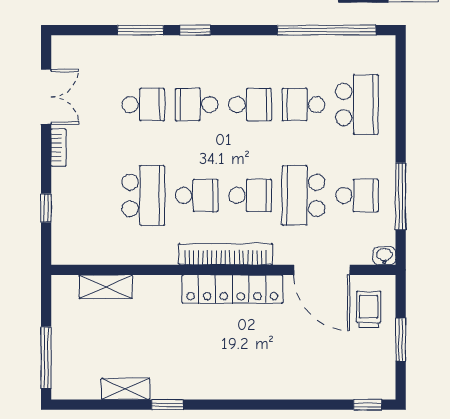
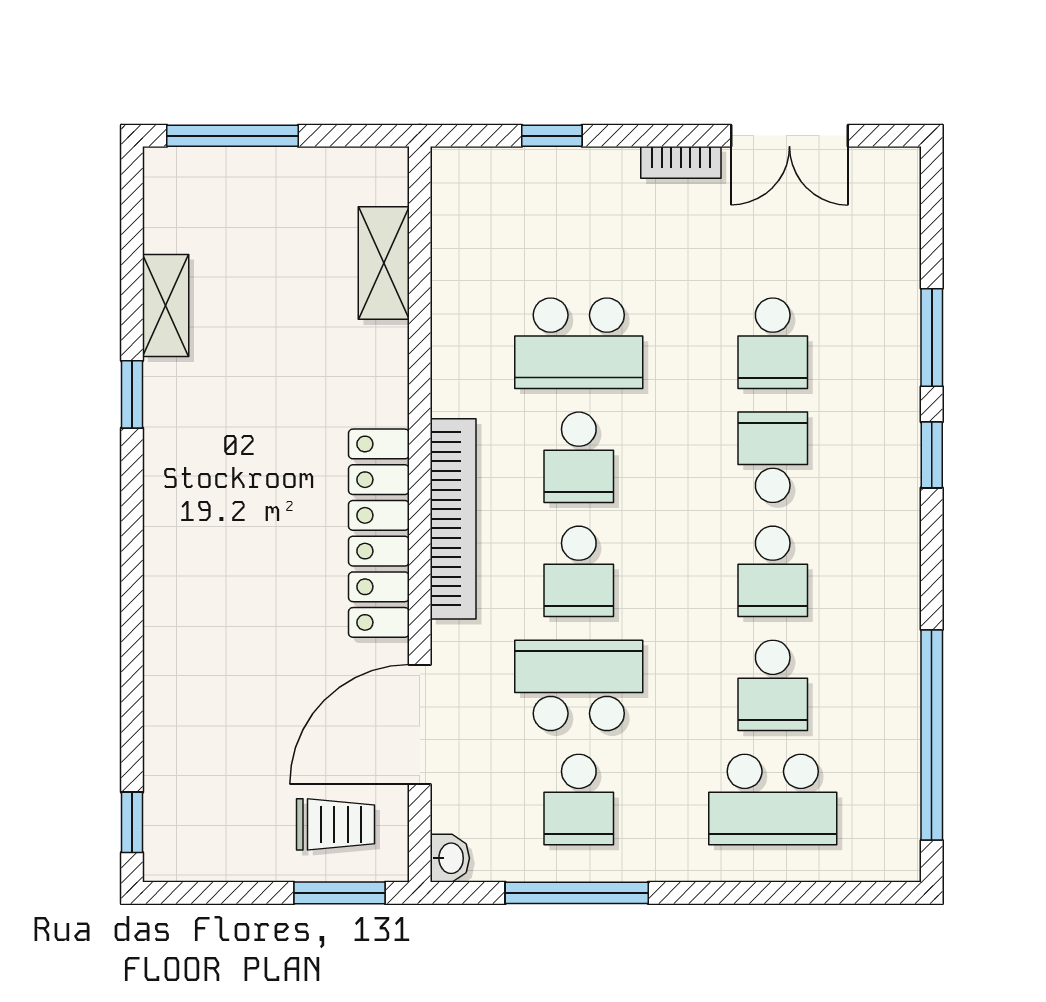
school desk: (303, 105) -> (773, 685), turned 180
window: (401, 339) -> (340, 893), moved

